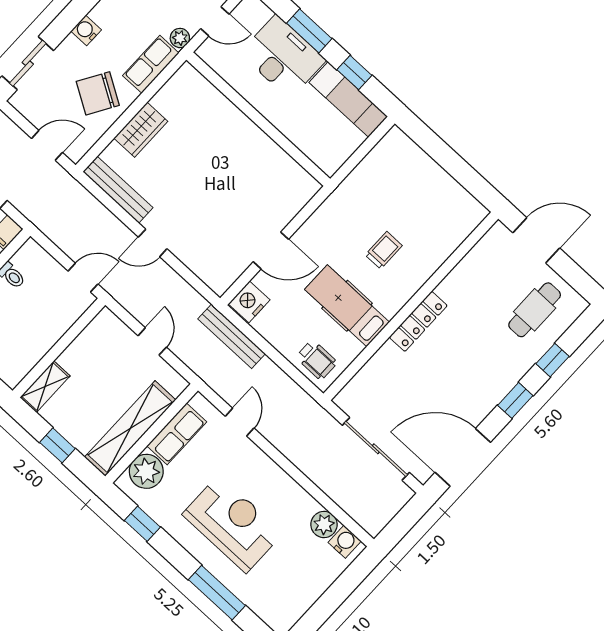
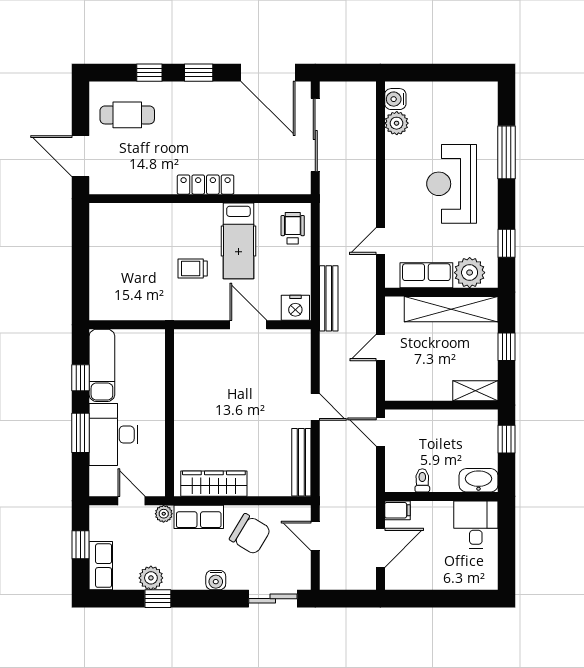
wardrobe: (141, 130) -> (214, 484), moved, width x1.50
trolley: (384, 250) -> (193, 268), moved

